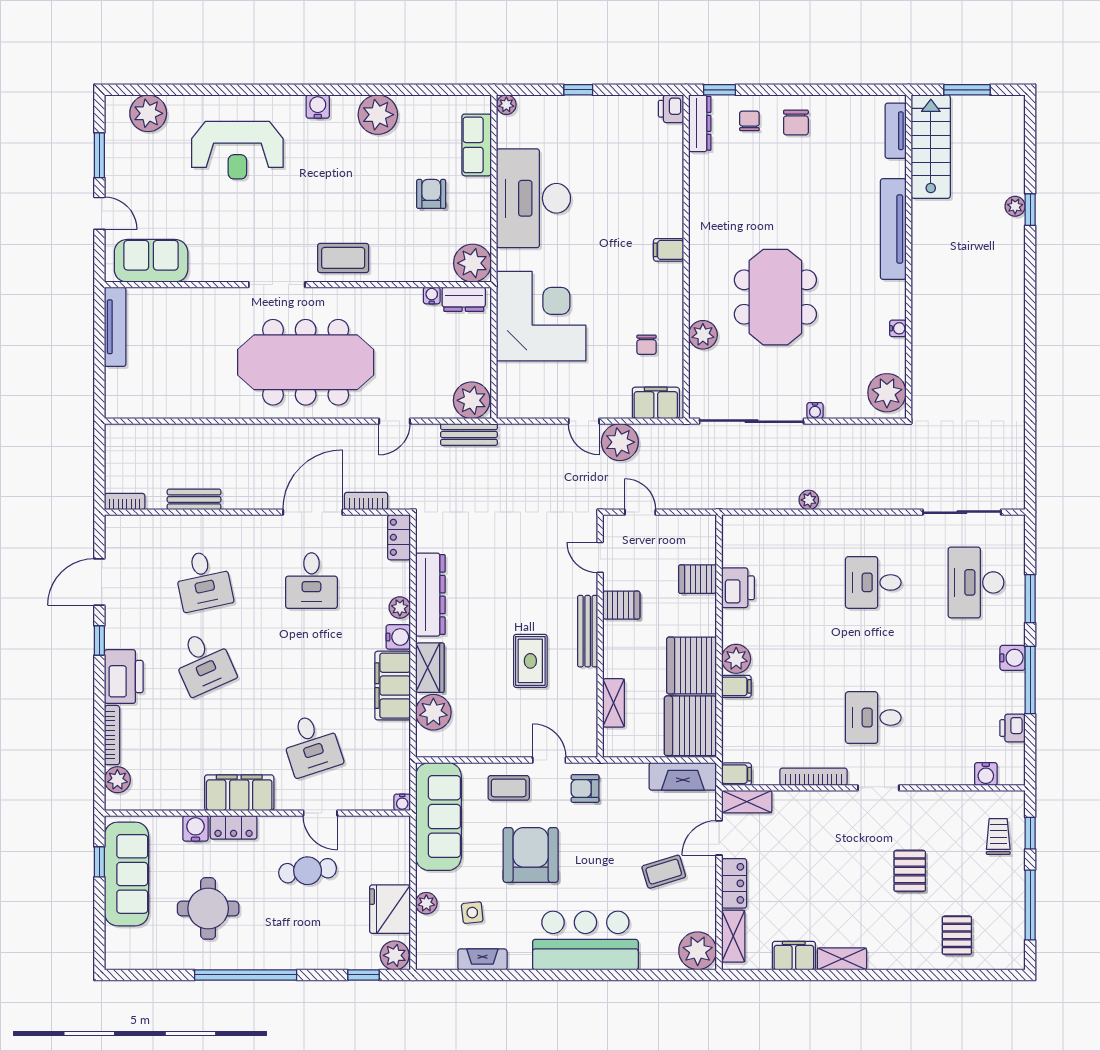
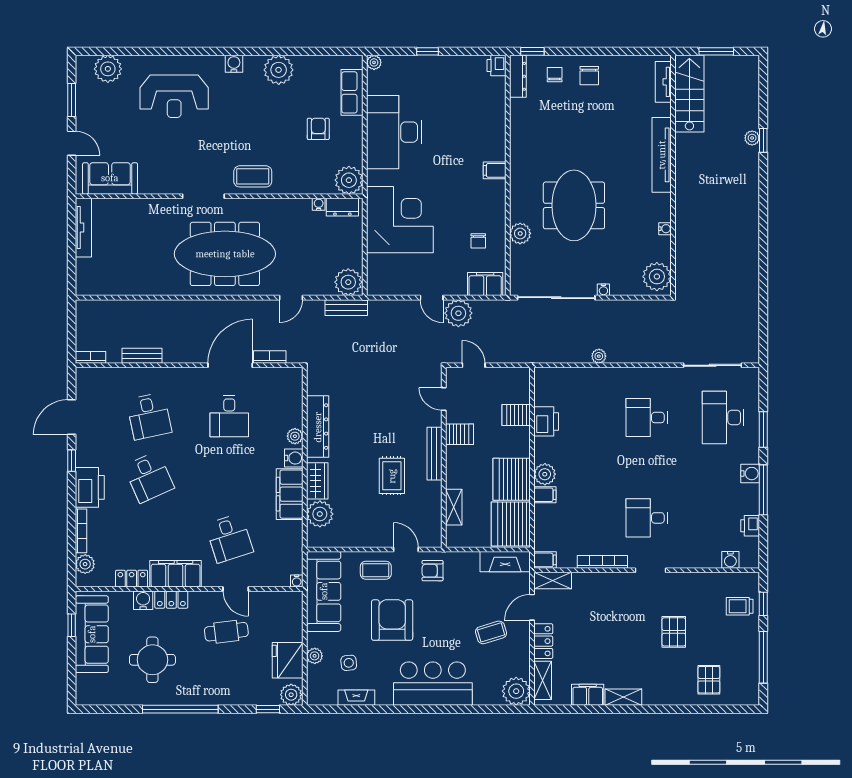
locker: (399, 537) -> (132, 579), moved, turned 90
trolley: (998, 836) -> (740, 606), turned -90

